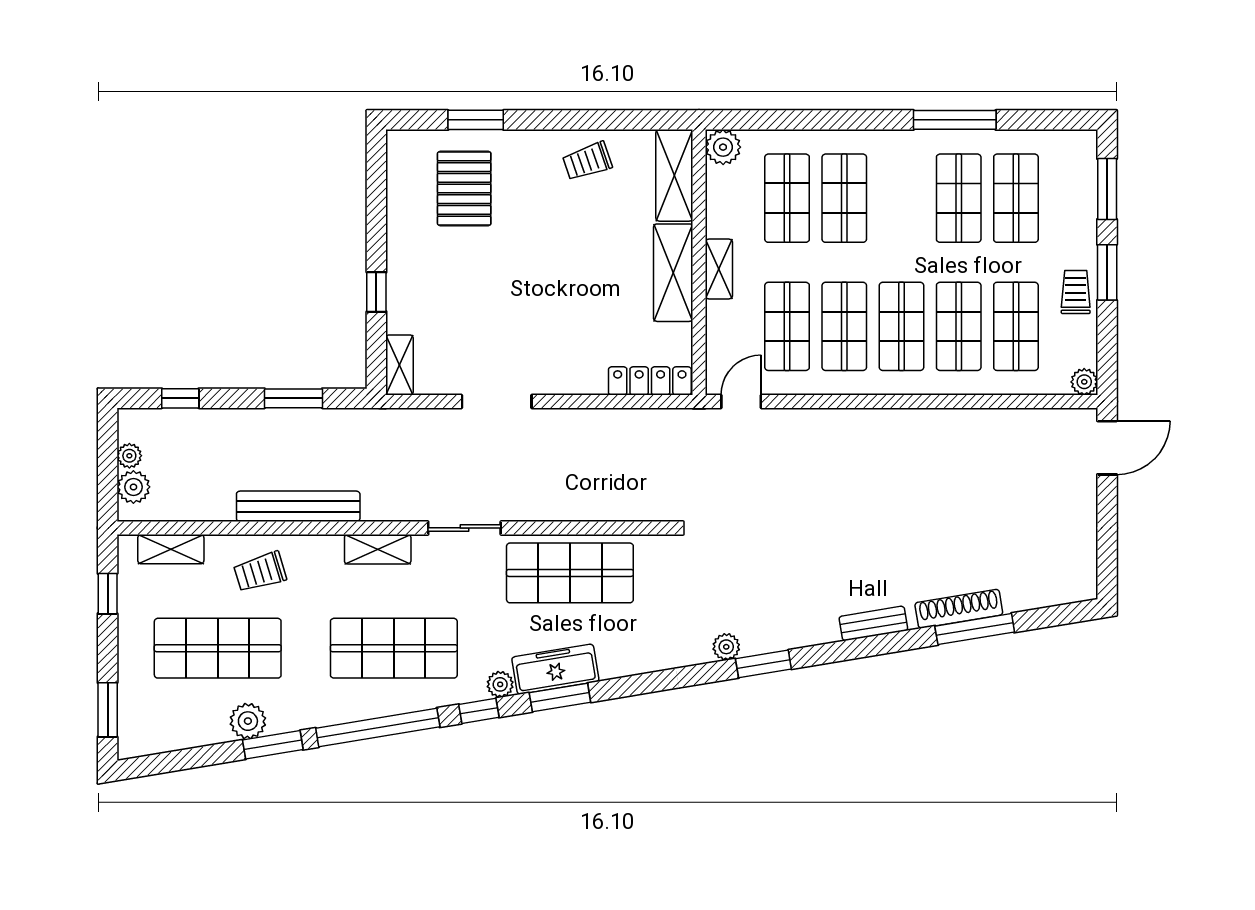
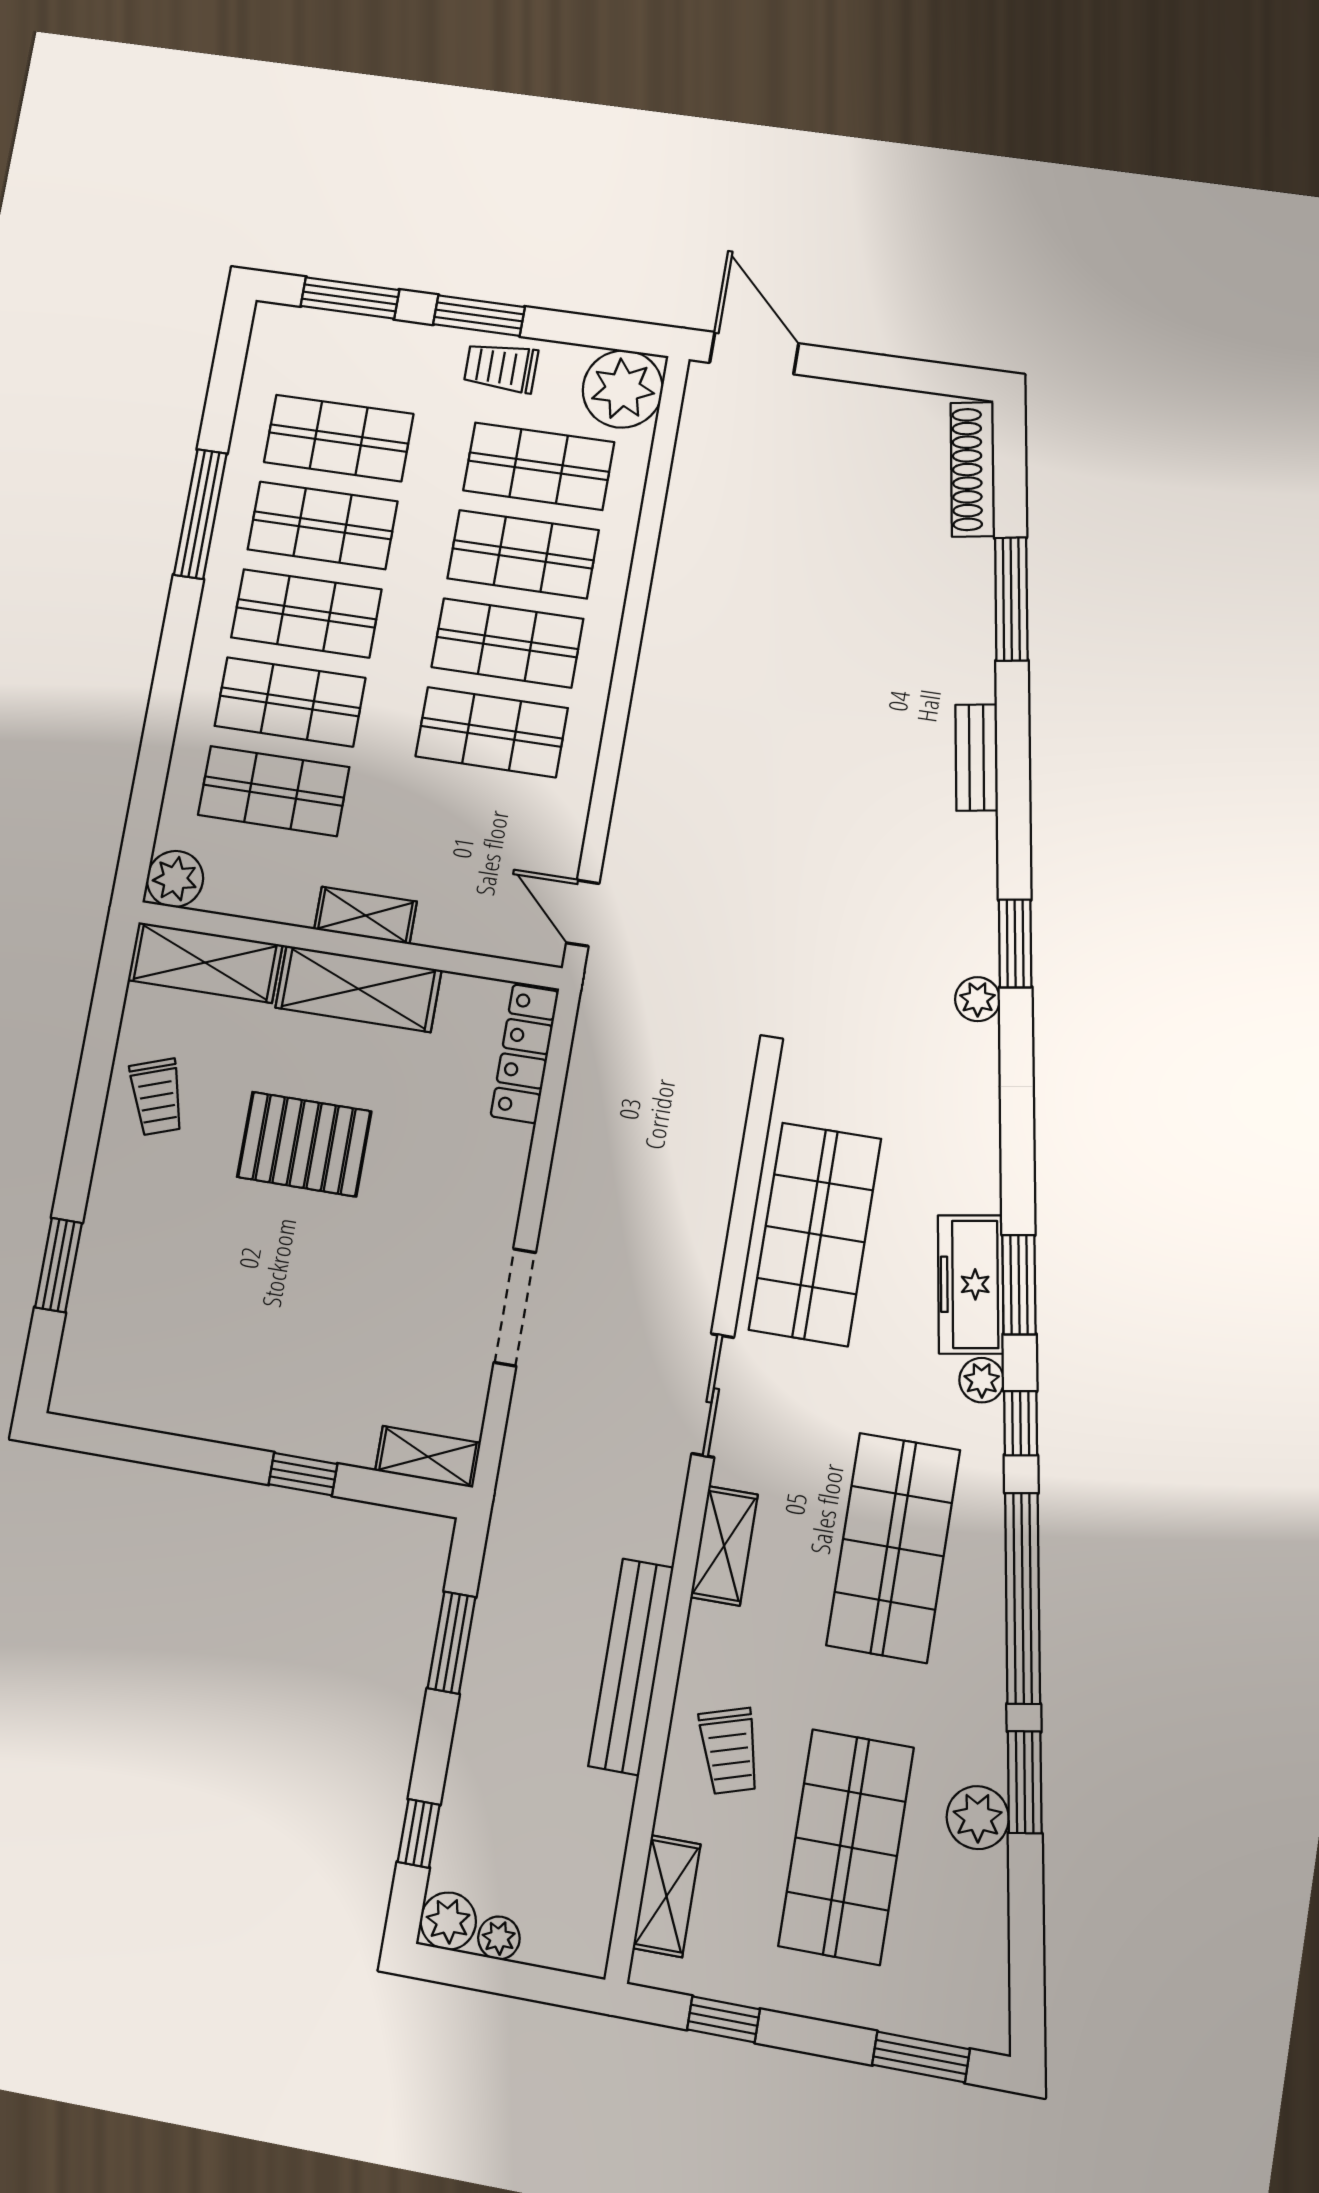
pallet: (464, 188) -> (304, 1144), moved
shop shelf: (787, 326) -> (306, 613), moved
plant: (1084, 382) -> (623, 389), width x1.87, depth x1.87
plant: (133, 487) -> (448, 1921), moved
shoe rack: (959, 609) -> (973, 469), moved

